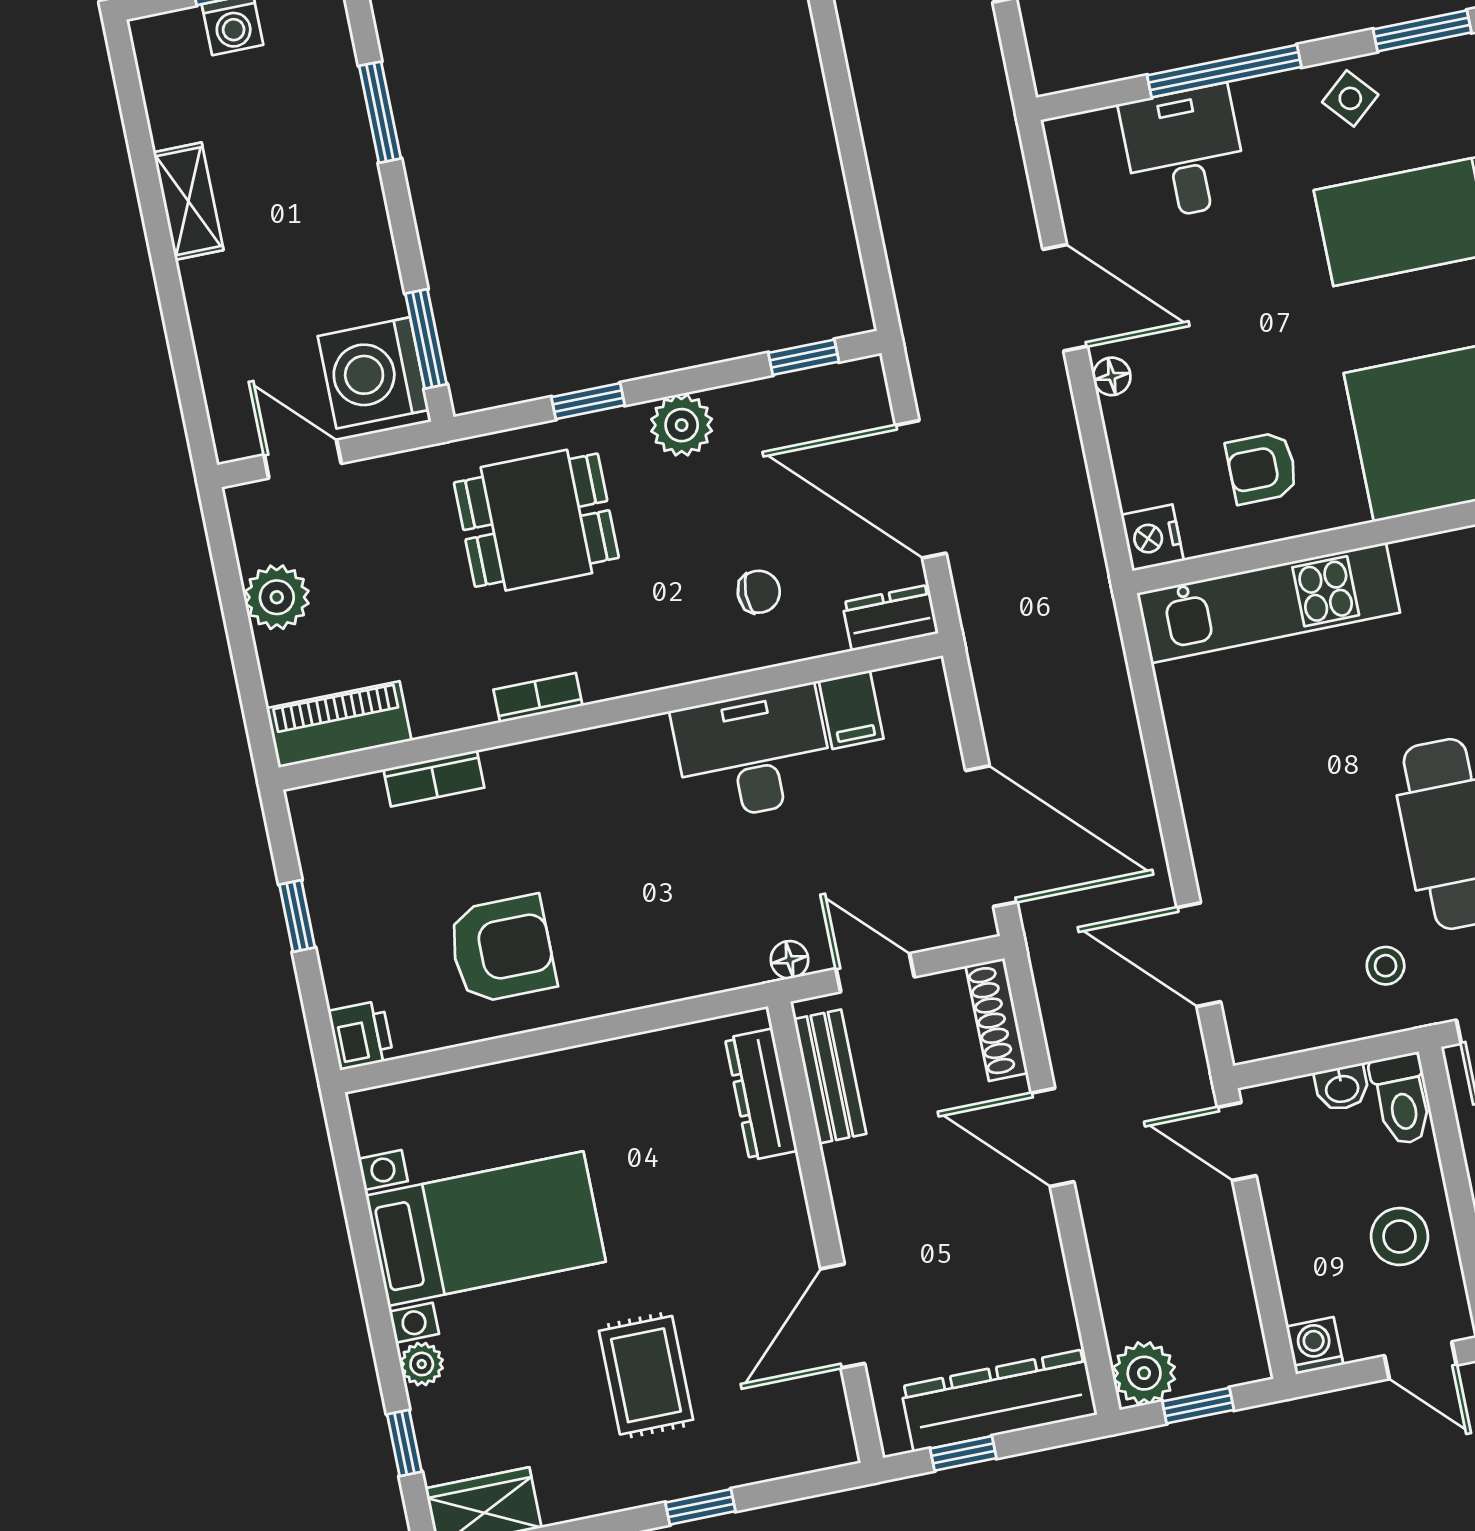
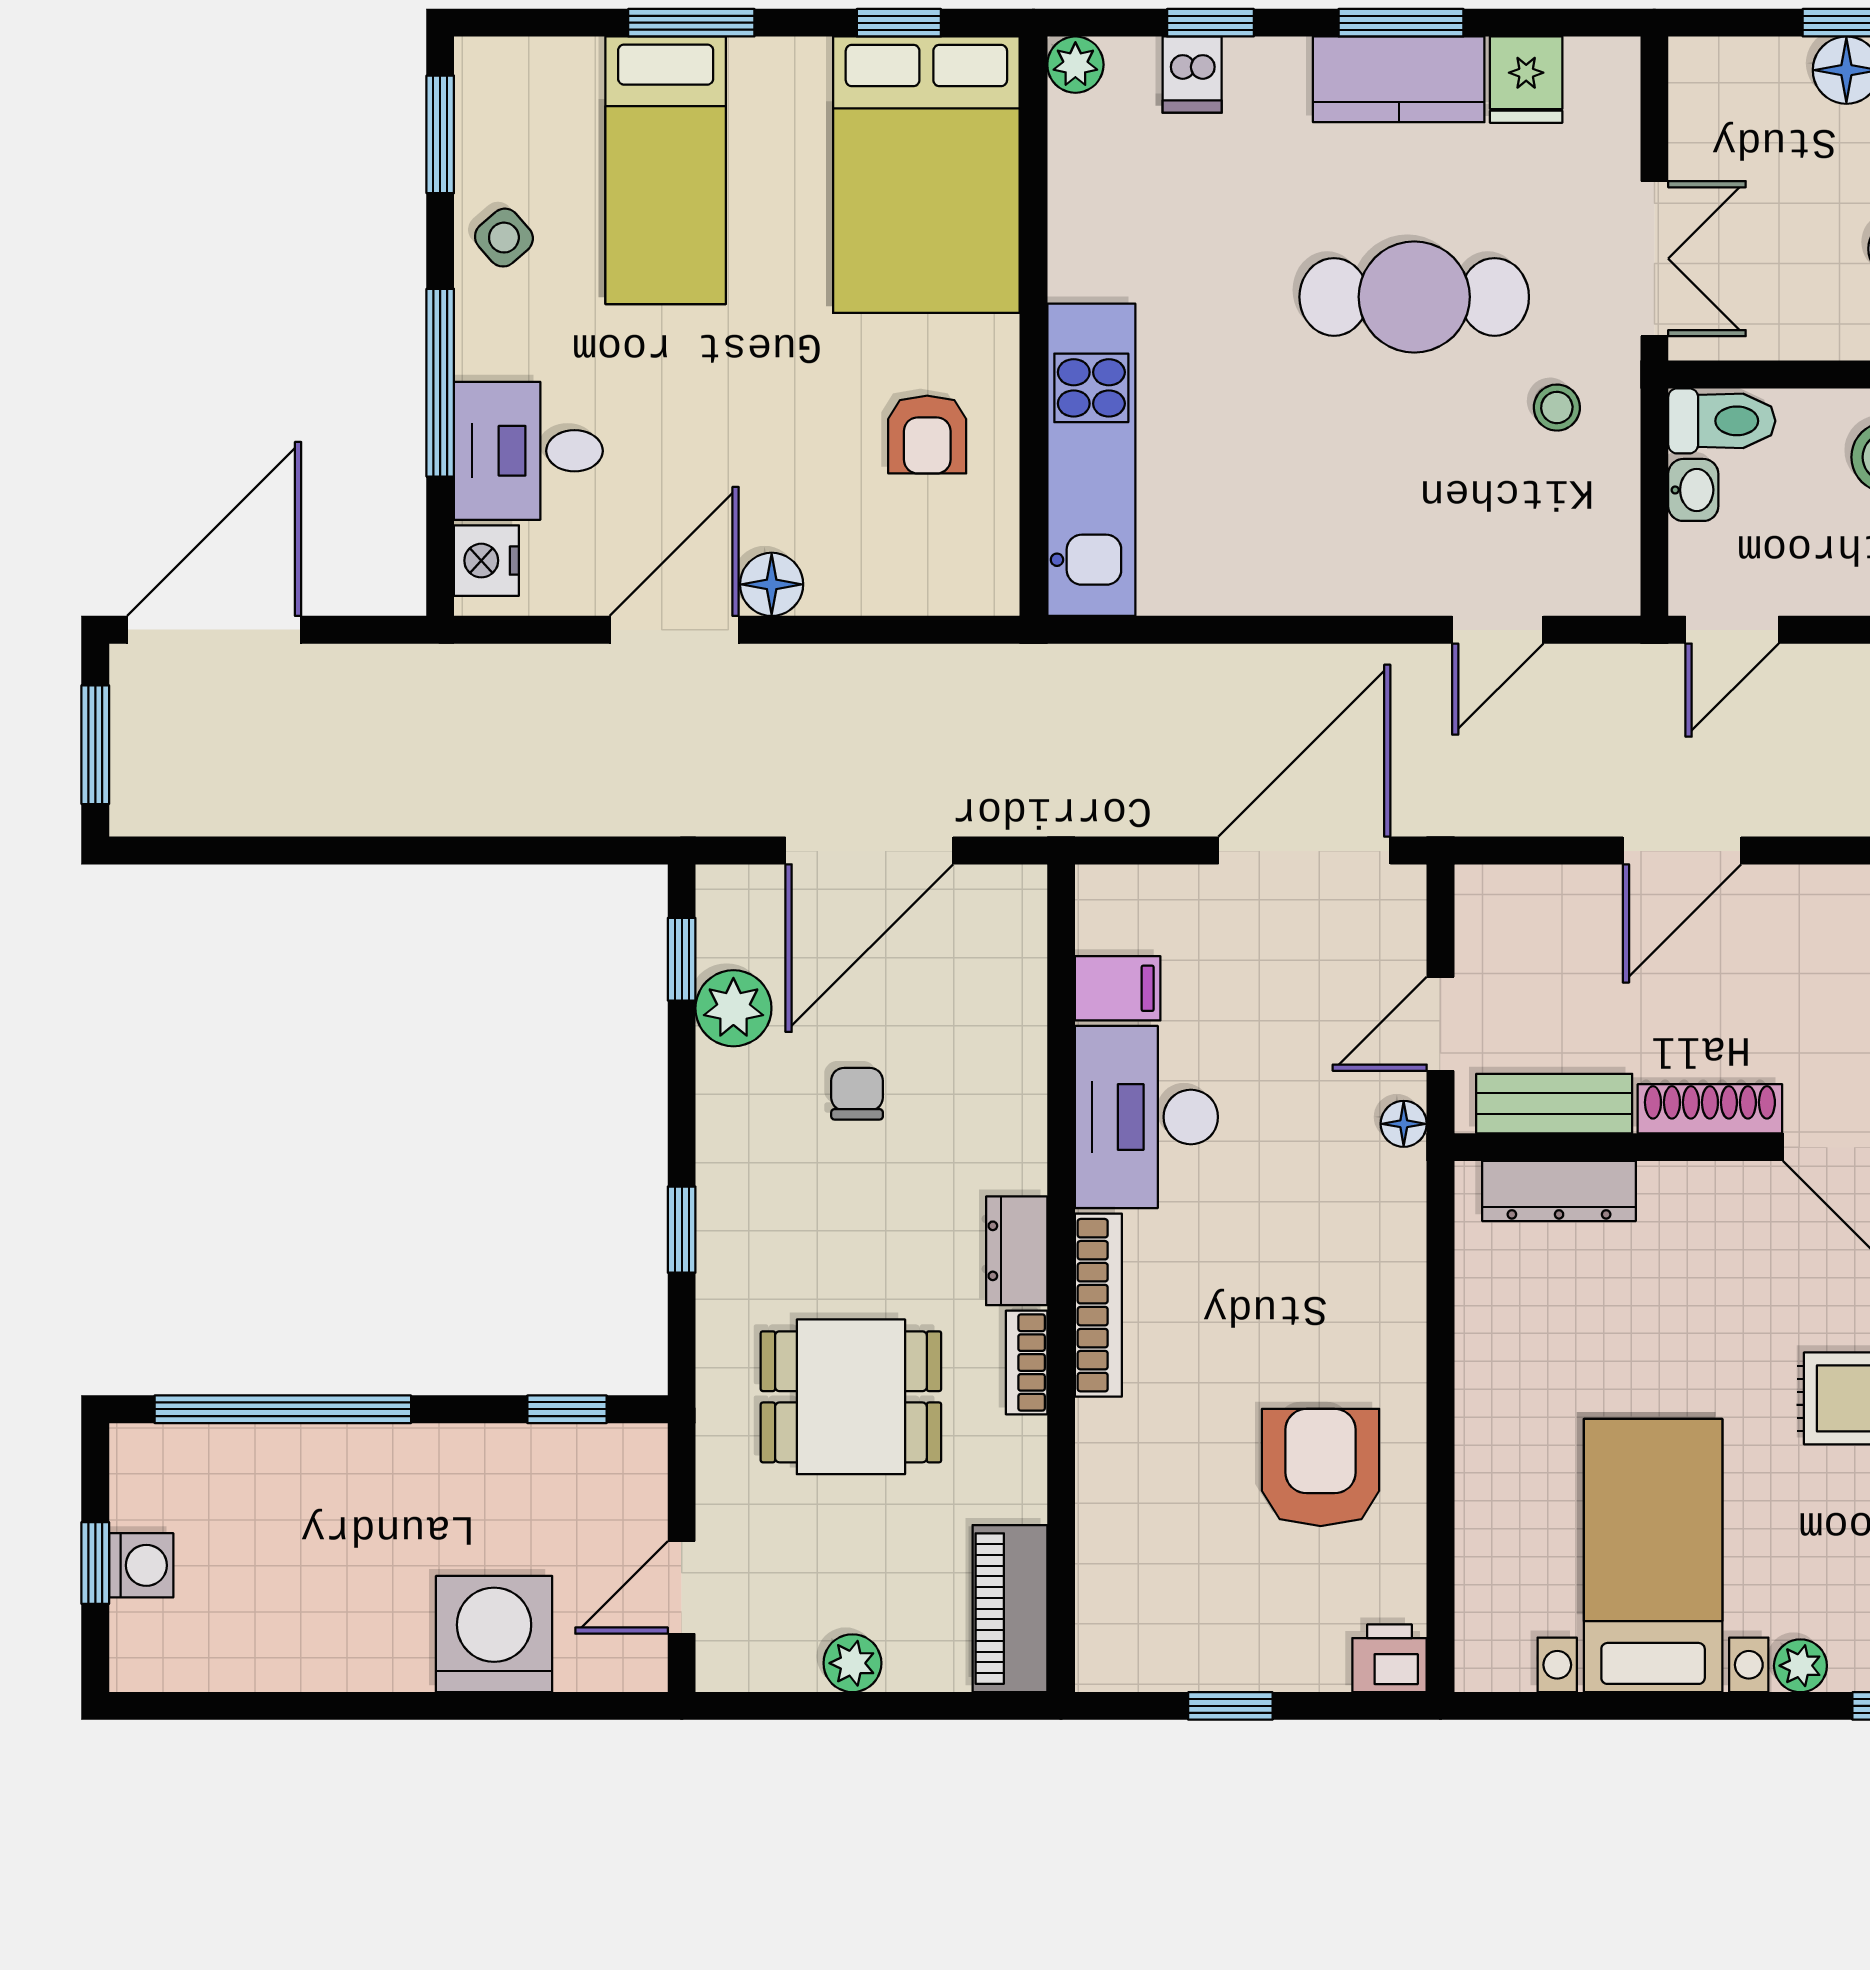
window: (380, 112) -> (283, 1409), width x2.11
shelving: (188, 201) -> (343, 1662), removed
window: (426, 339) -> (567, 1409), width x0.67
washing machine: (373, 373) -> (494, 1634), moved, turned 180
floor lamp: (1112, 376) -> (772, 584), width x1.37, depth x1.37
plant: (682, 425) -> (733, 1008), moved
dining table: (536, 520) -> (851, 1397), moved, turned 90
nightstand: (1152, 538) -> (486, 561), moved, turned 90
chair: (759, 592) -> (857, 1094), moved
plant: (277, 597) -> (852, 1663), width x0.73, depth x0.73
dresser: (890, 618) -> (1017, 1251), moved
bookcase: (434, 778) -> (1098, 1305), moved, width x1.56
door: (1199, 955) -> (1498, 630), width x0.73
shoe rack: (997, 1020) -> (1710, 1109), moved, turned 180

